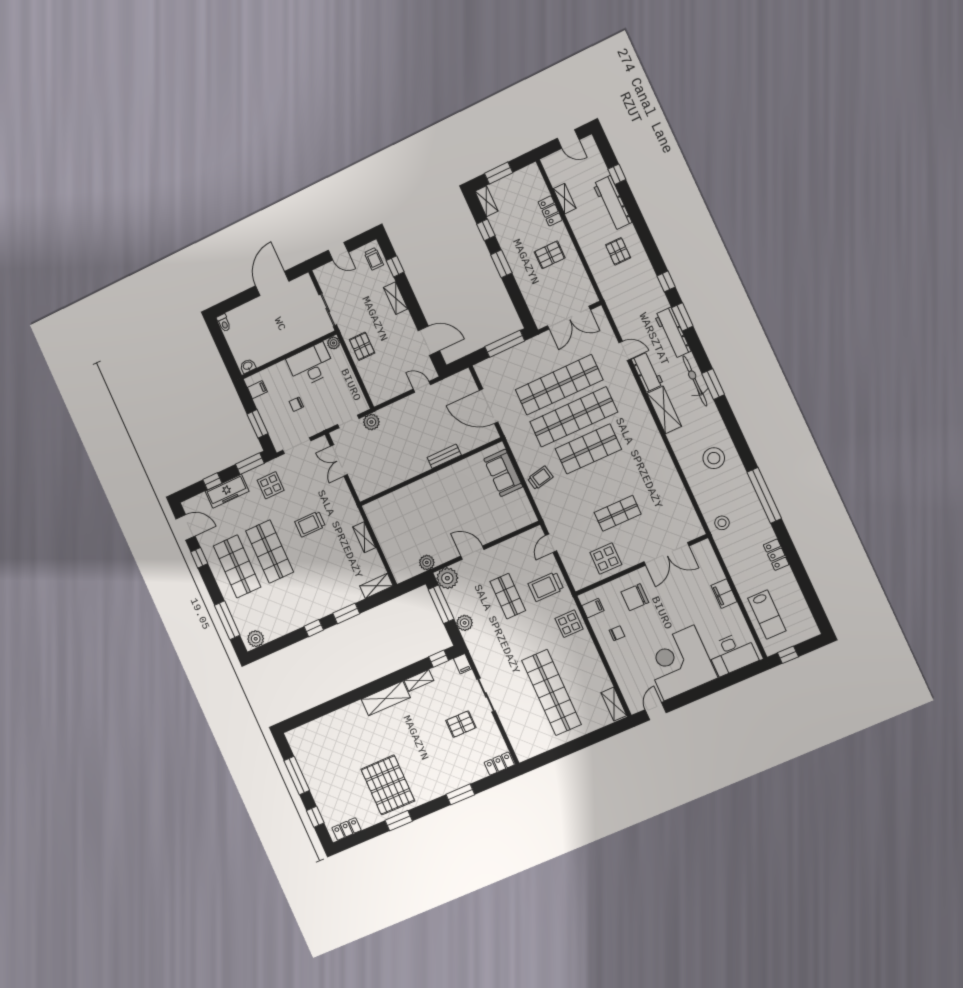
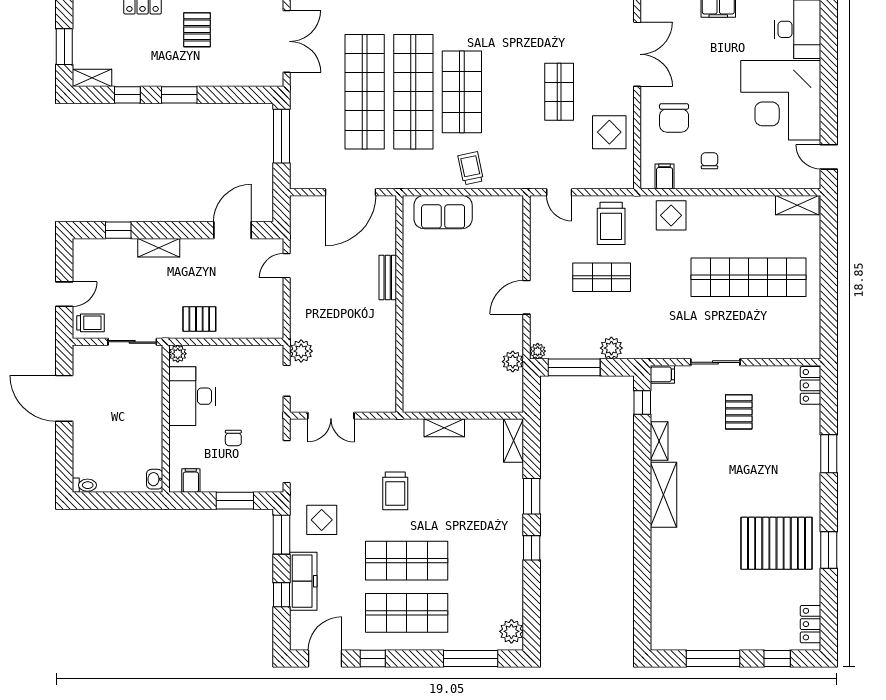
trolley: (374, 259) -> (90, 323), moved
plant: (447, 578) -> (538, 351), width x0.53, depth x0.53

